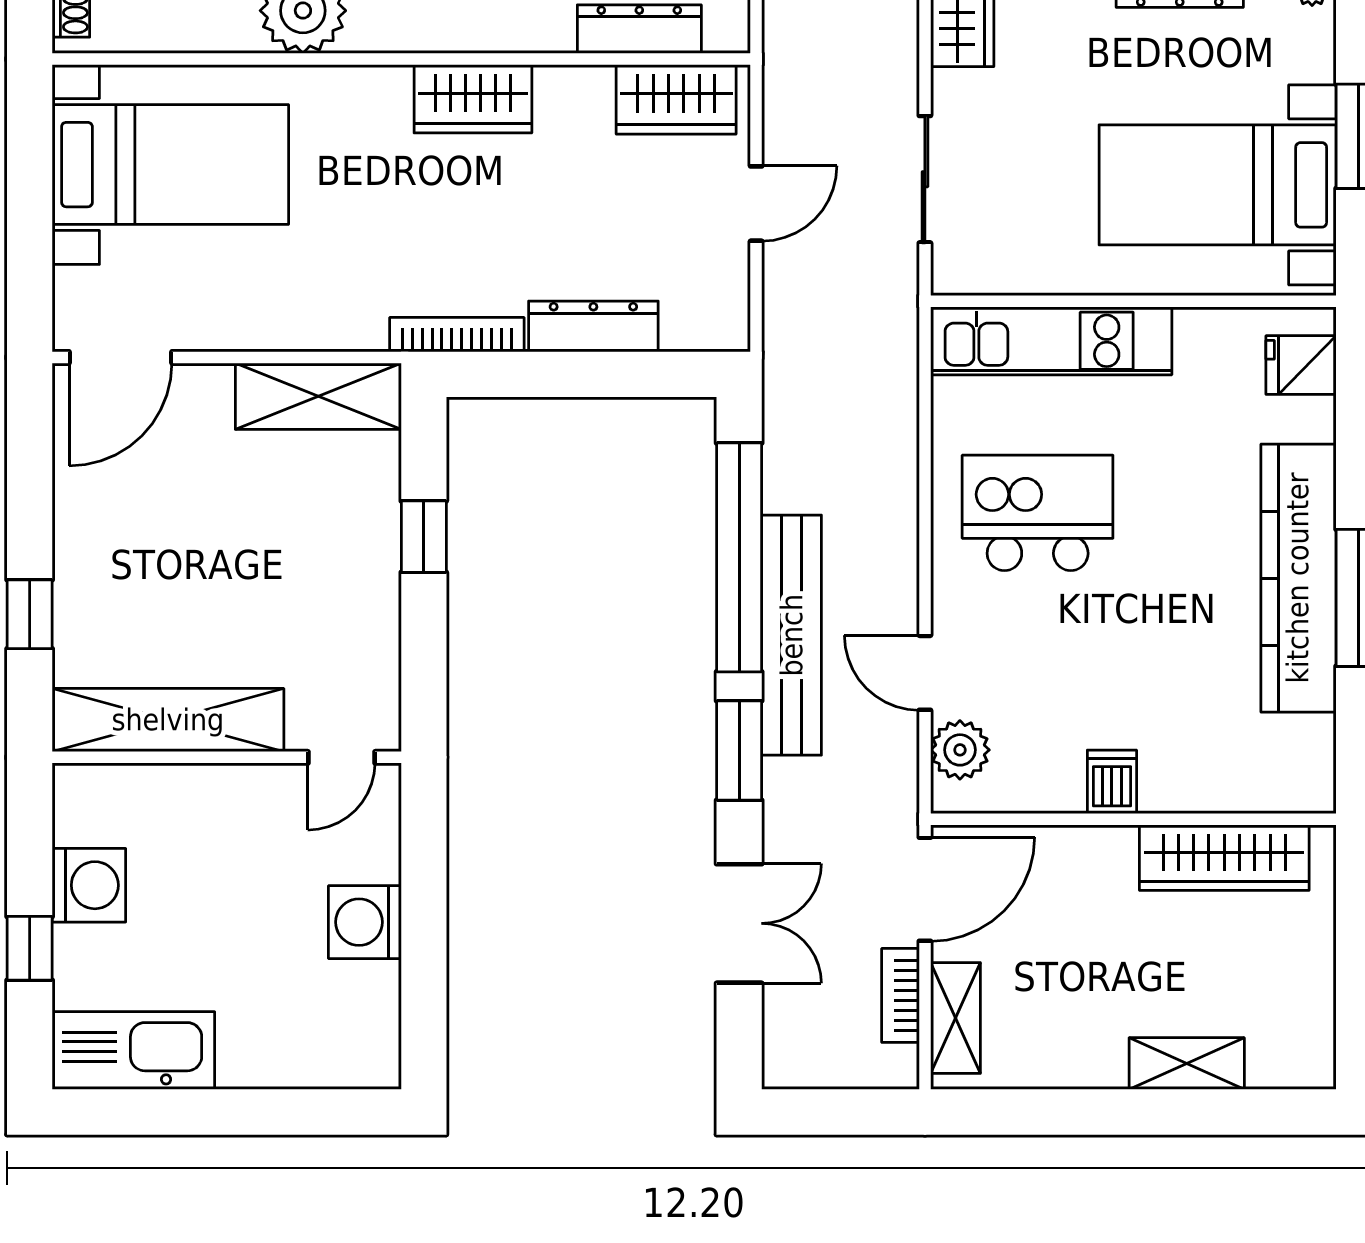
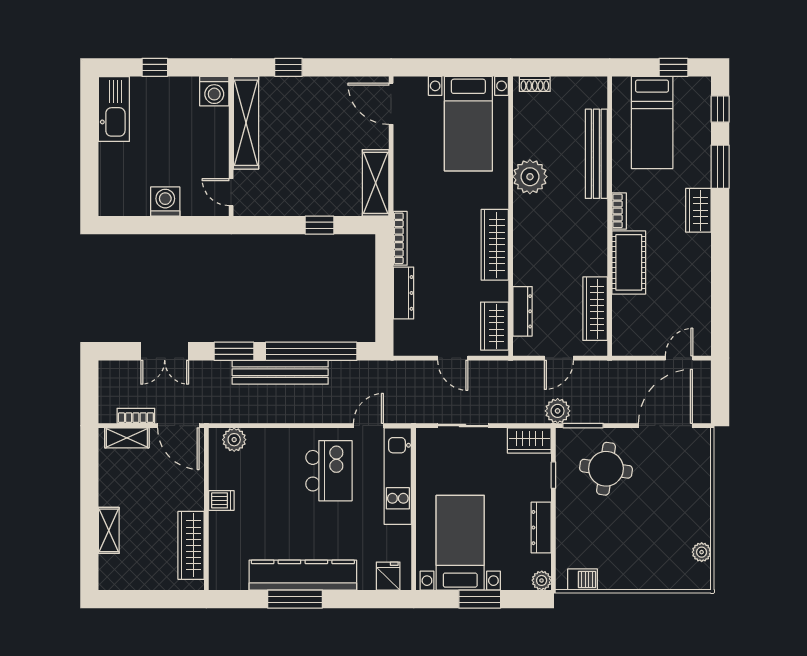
wardrobe: (473, 99) -> (495, 245), width x1.50
door: (925, 673) -> (368, 426), moved
washing machine: (89, 885) -> (214, 91), moved

